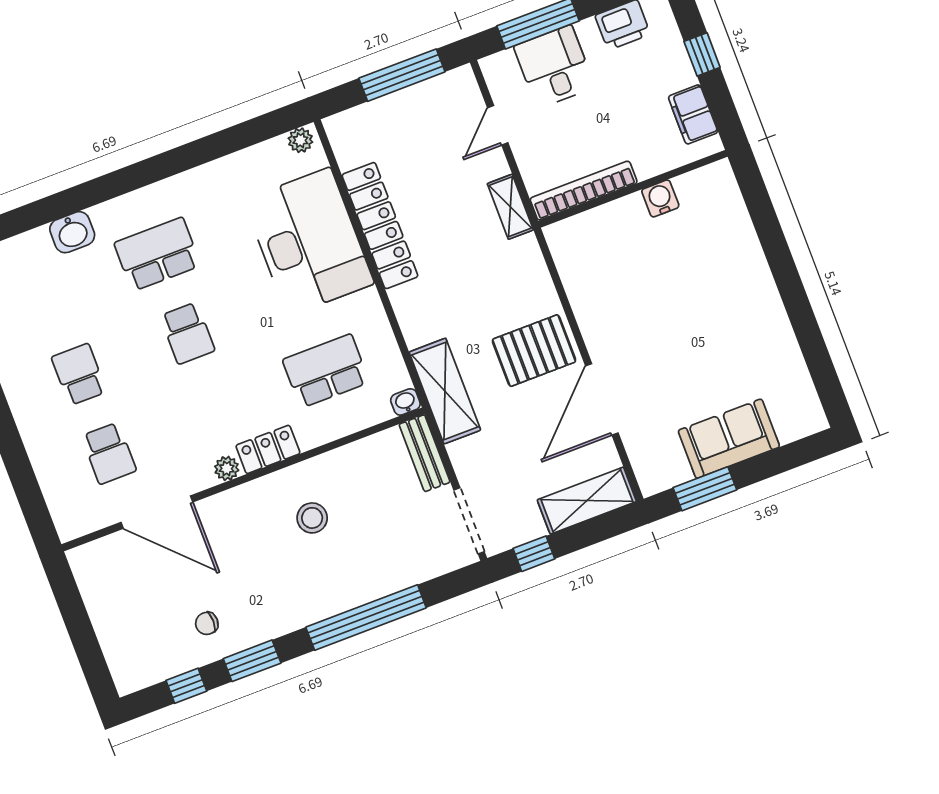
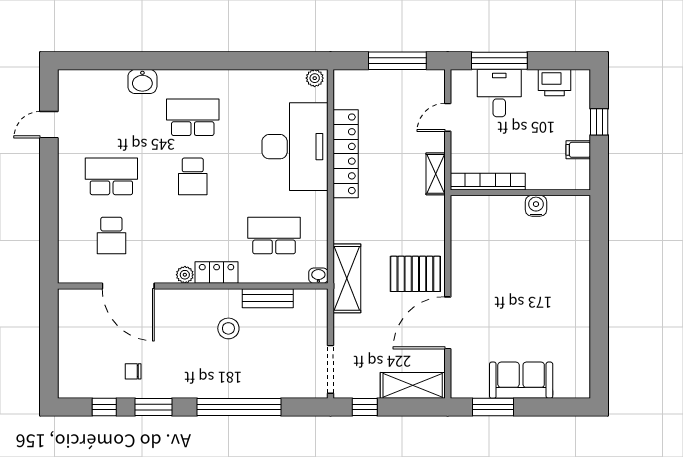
filing cabinet: (693, 114) -> (578, 150), width x0.50
school desk: (79, 374) -> (111, 176), width x1.85
bench: (425, 453) -> (268, 298), moved, turned 90

